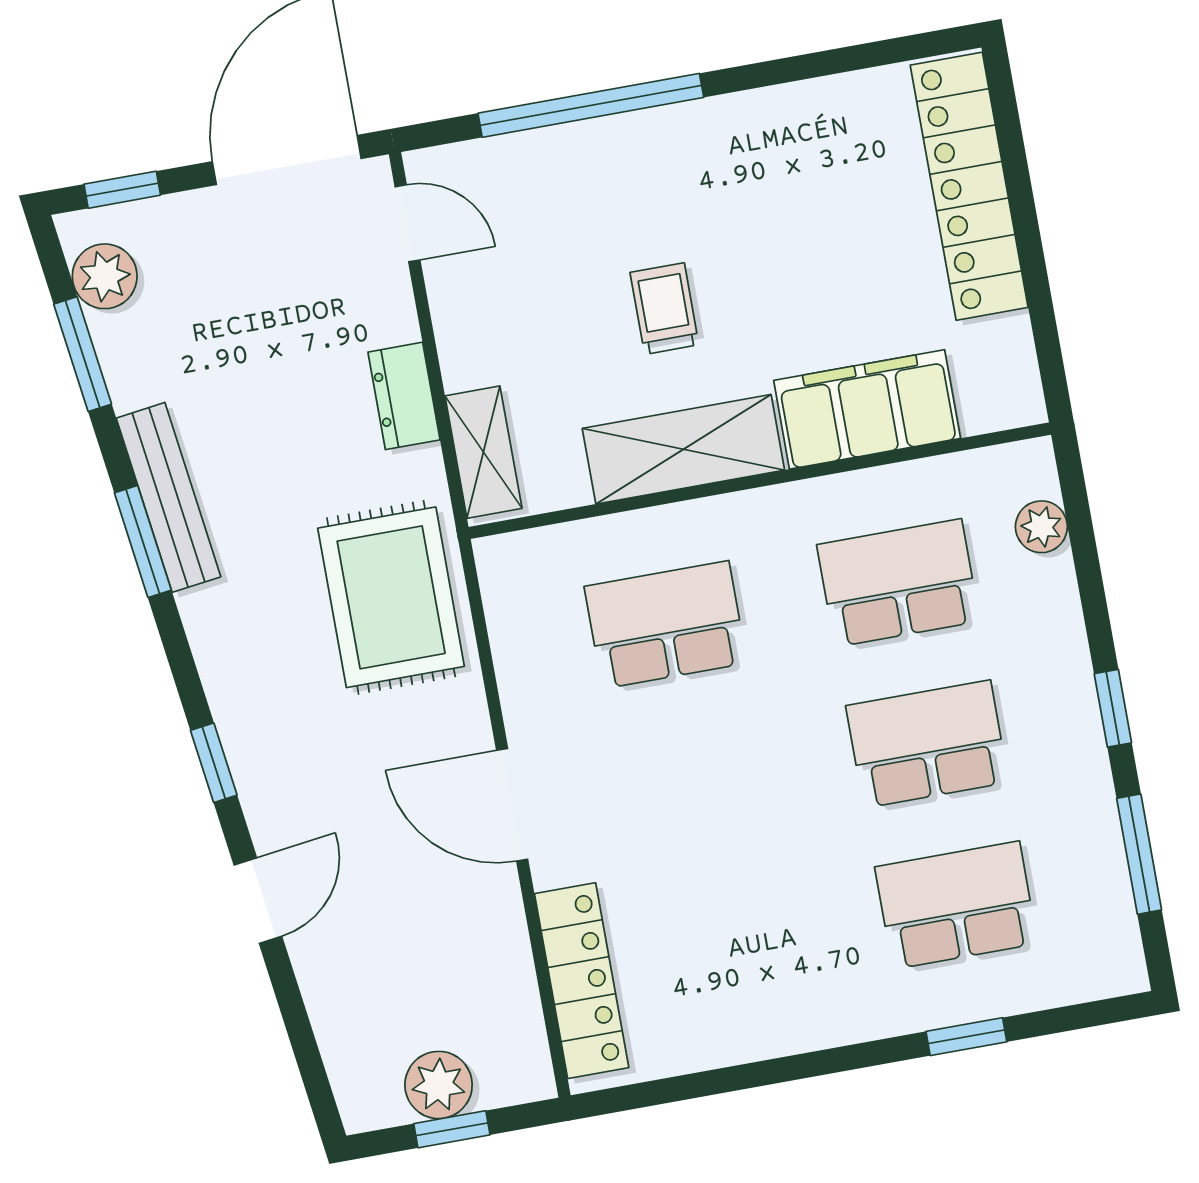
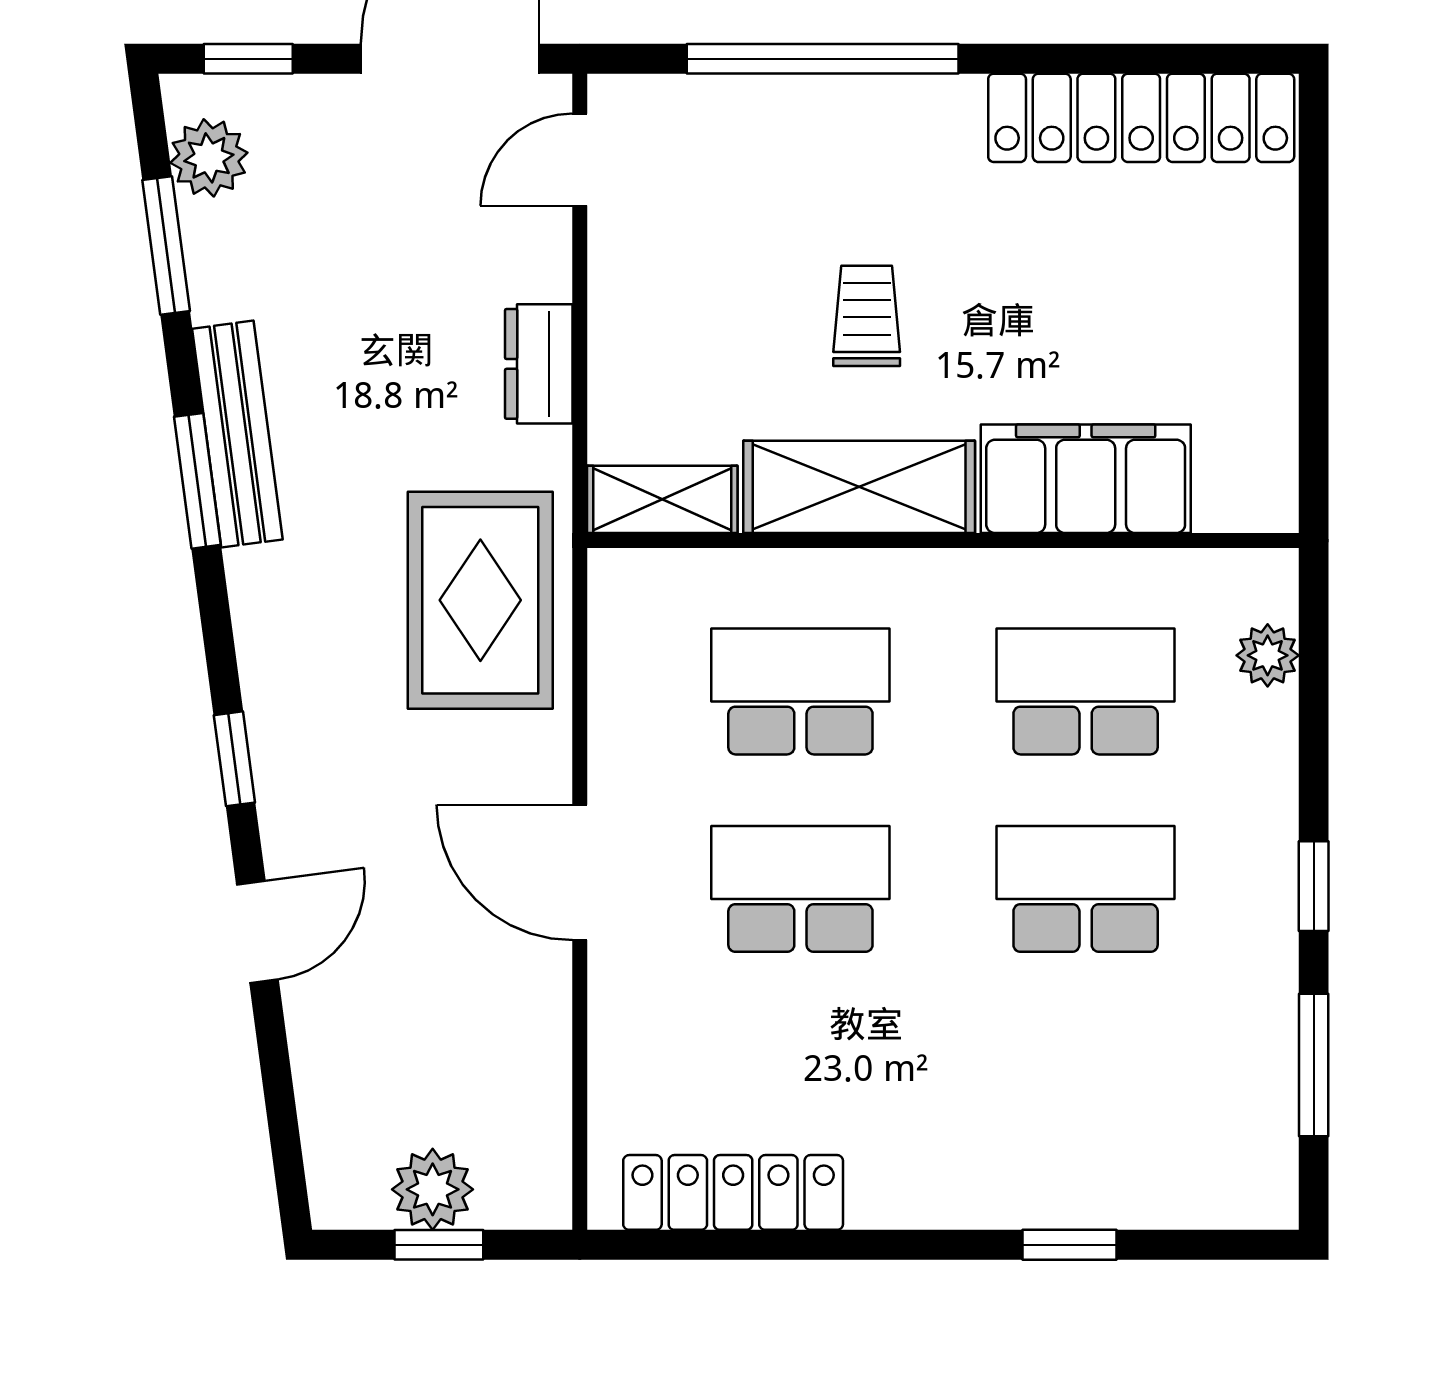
locker: (969, 186) -> (1141, 118), moved, turned -90
door: (408, 223) -> (580, 160), swing flipped
shelving: (483, 452) -> (662, 499), moved, turned 90
school desk: (956, 905) -> (800, 889), moved
locker: (582, 981) -> (733, 1192), moved, turned -90

